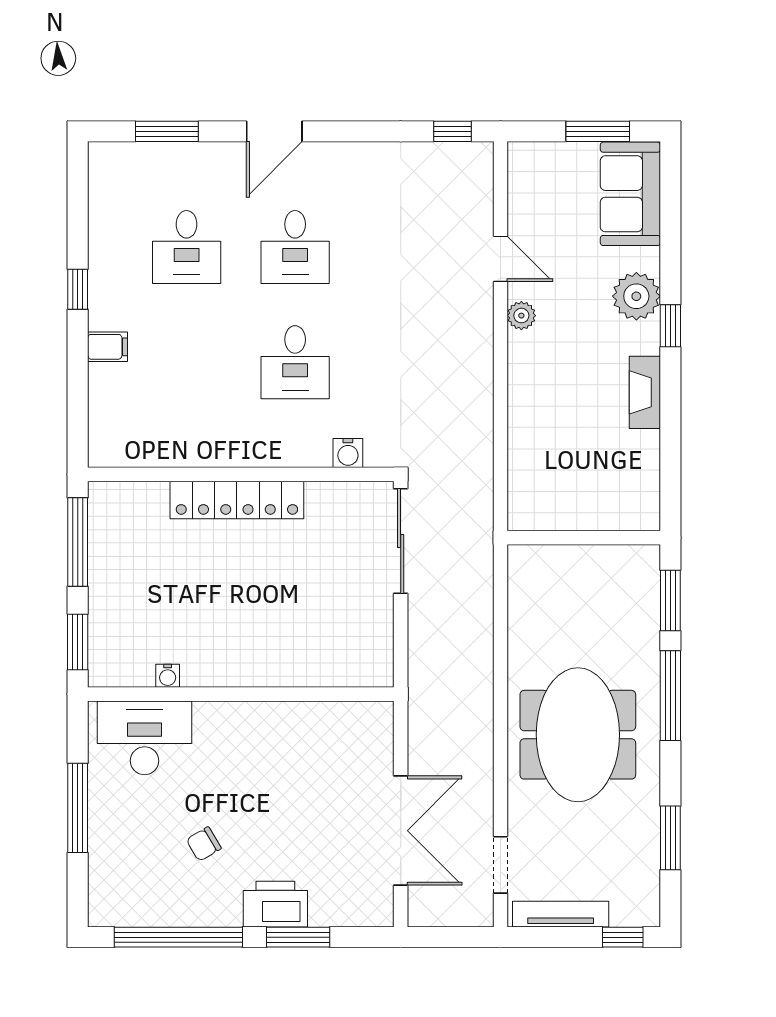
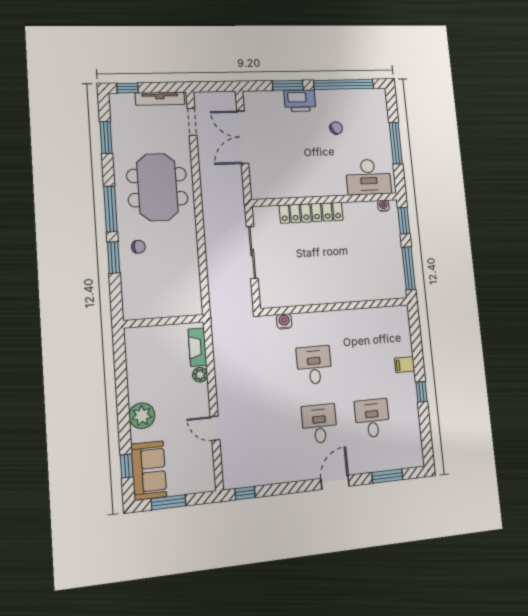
plant: (521, 316) -> (200, 375), moved
window: (670, 326) -> (127, 466), moved
fireplace: (645, 392) -> (197, 347), moved, turned 180
locker: (237, 500) -> (311, 213), moved, turned 180
wall: (584, 538) -> (164, 321), moved
sliding door: (401, 541) -> (252, 252), moved
chair: (622, 619) -> (138, 247), added
water cooler: (168, 676) -> (383, 206), moved

